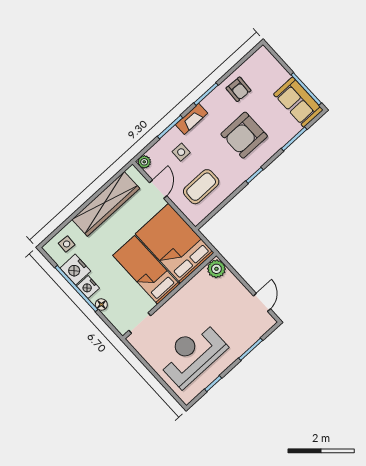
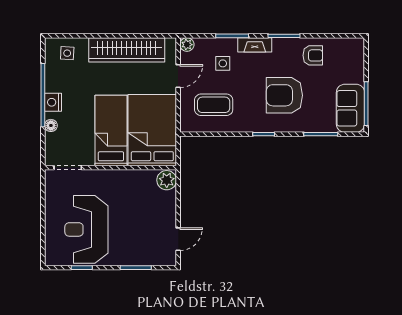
armchair: (239, 89) -> (313, 55), turned -93
nightstand: (75, 270) -> (56, 79), removed
reception desk: (192, 354) -> (86, 229), turned -90

